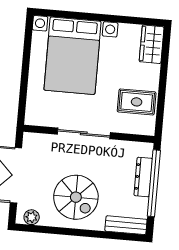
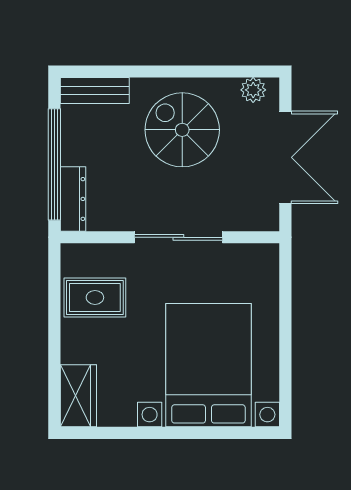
dresser: (143, 177) -> (73, 199), moved

